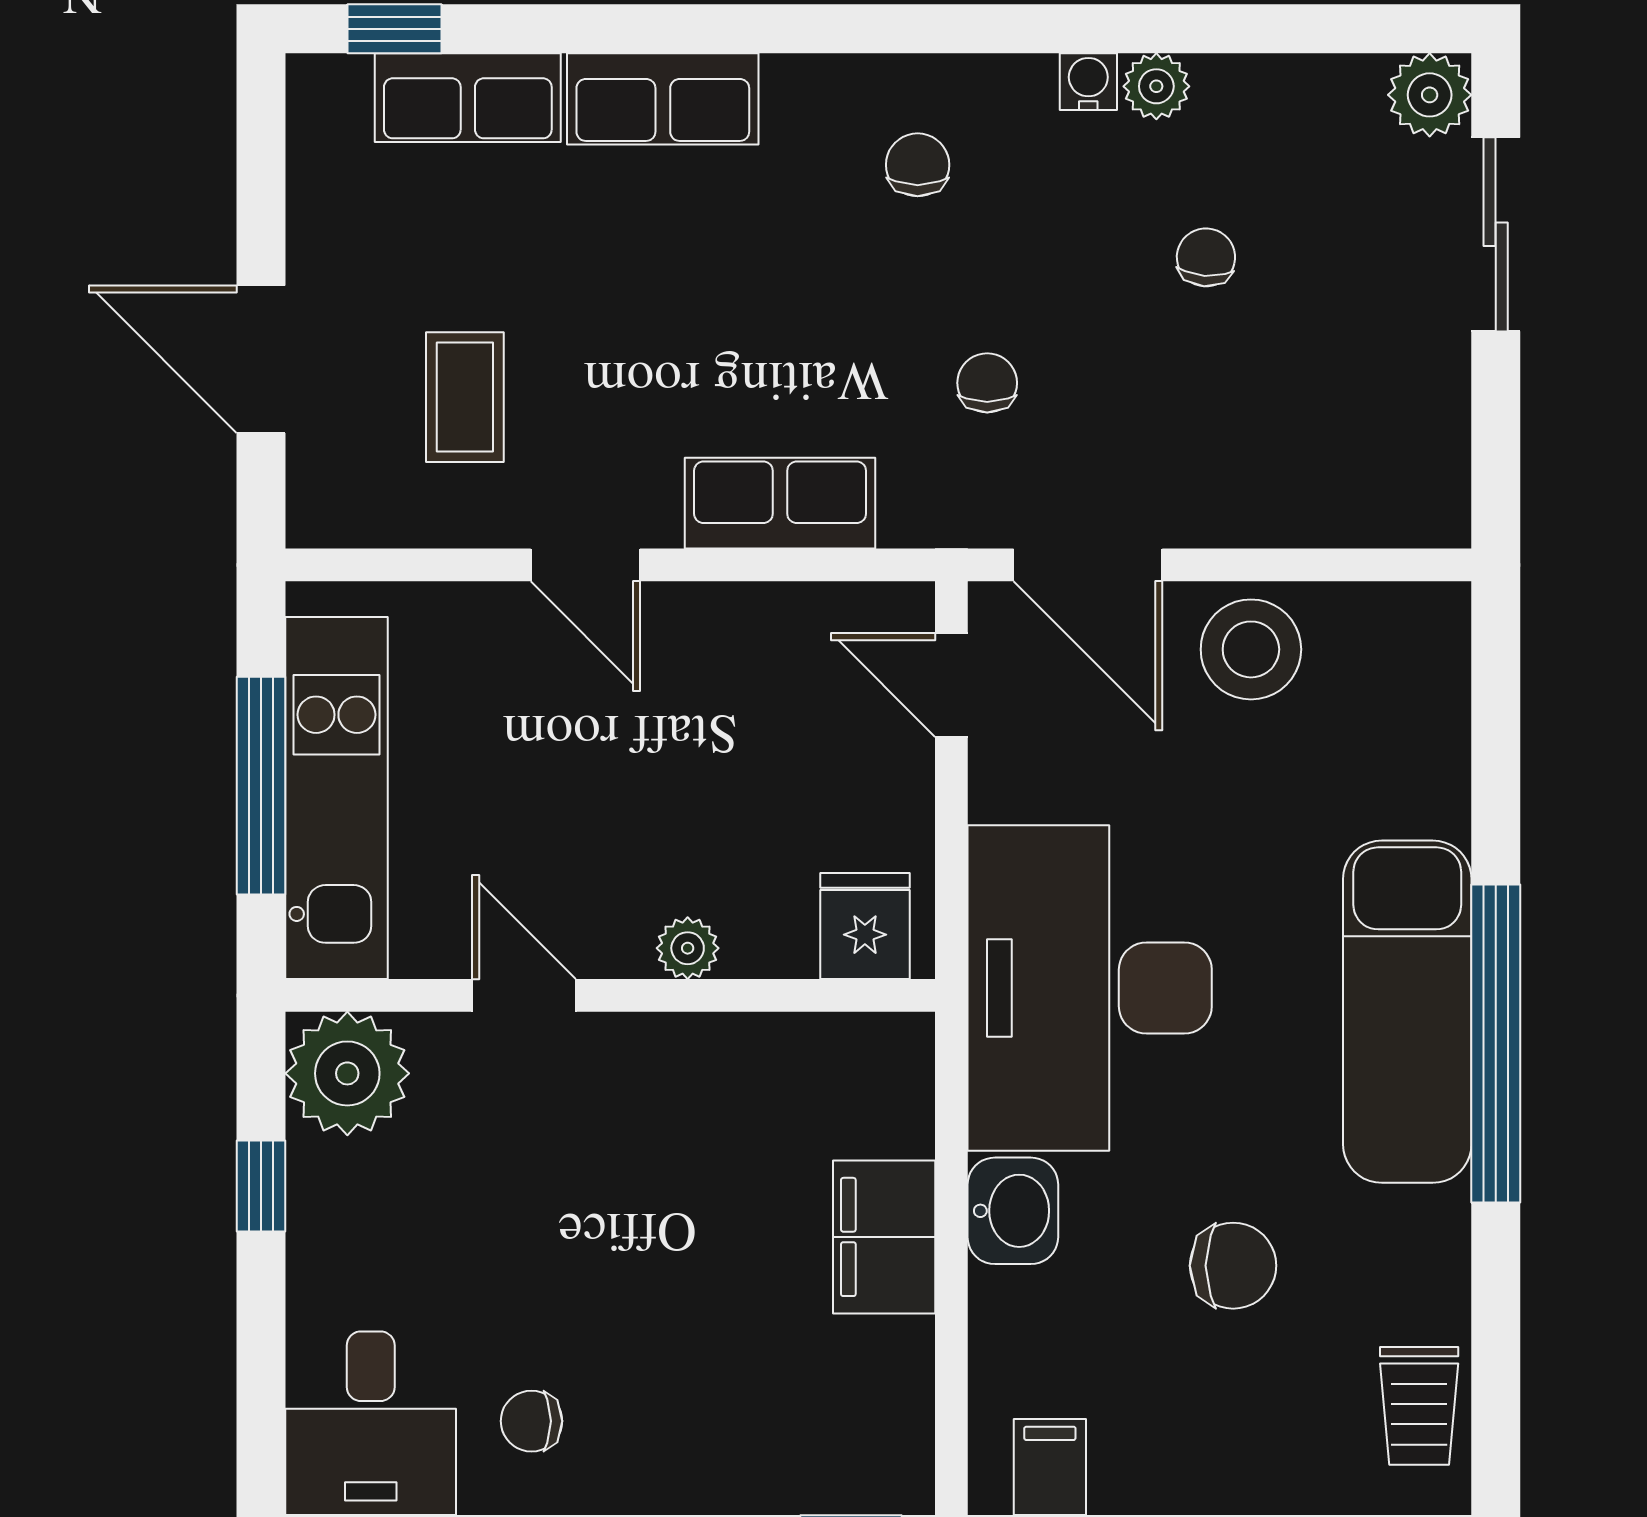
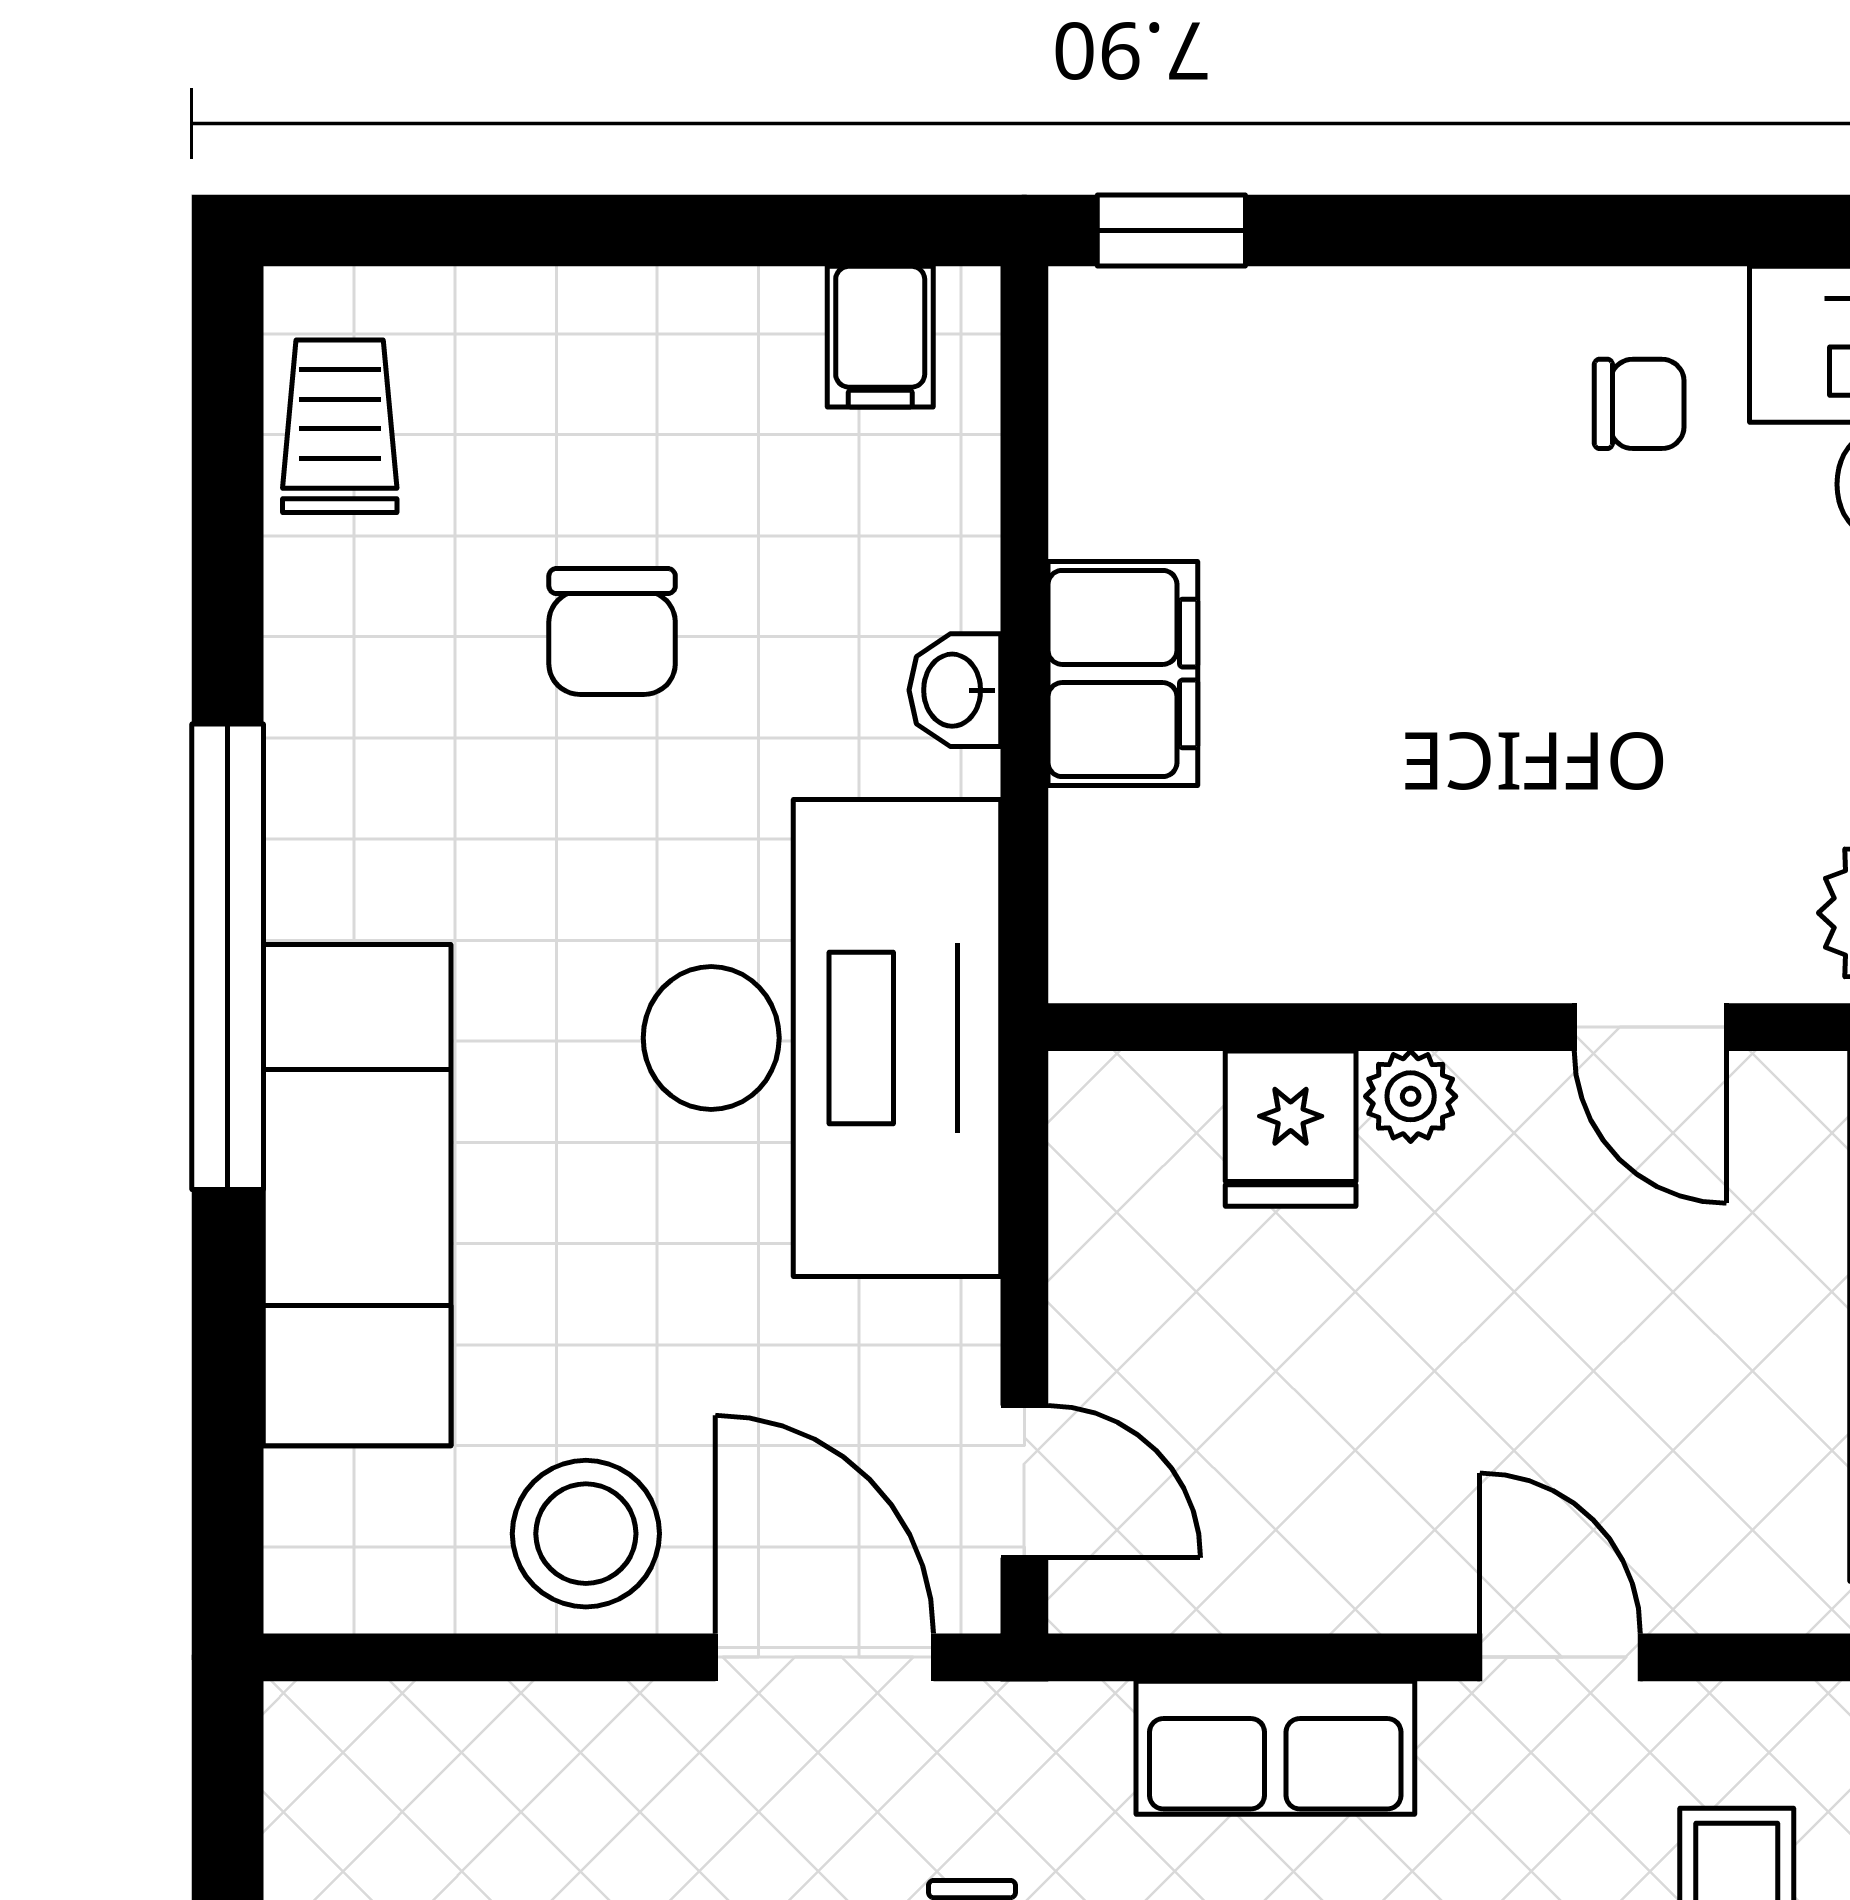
fridge: (865, 926) -> (1291, 1129), moved
exam couch: (1407, 1012) -> (357, 1195), moved
washbasin: (1013, 1211) -> (955, 690), width x0.72, depth x0.69
chair: (1233, 1266) -> (612, 631), turned -90

